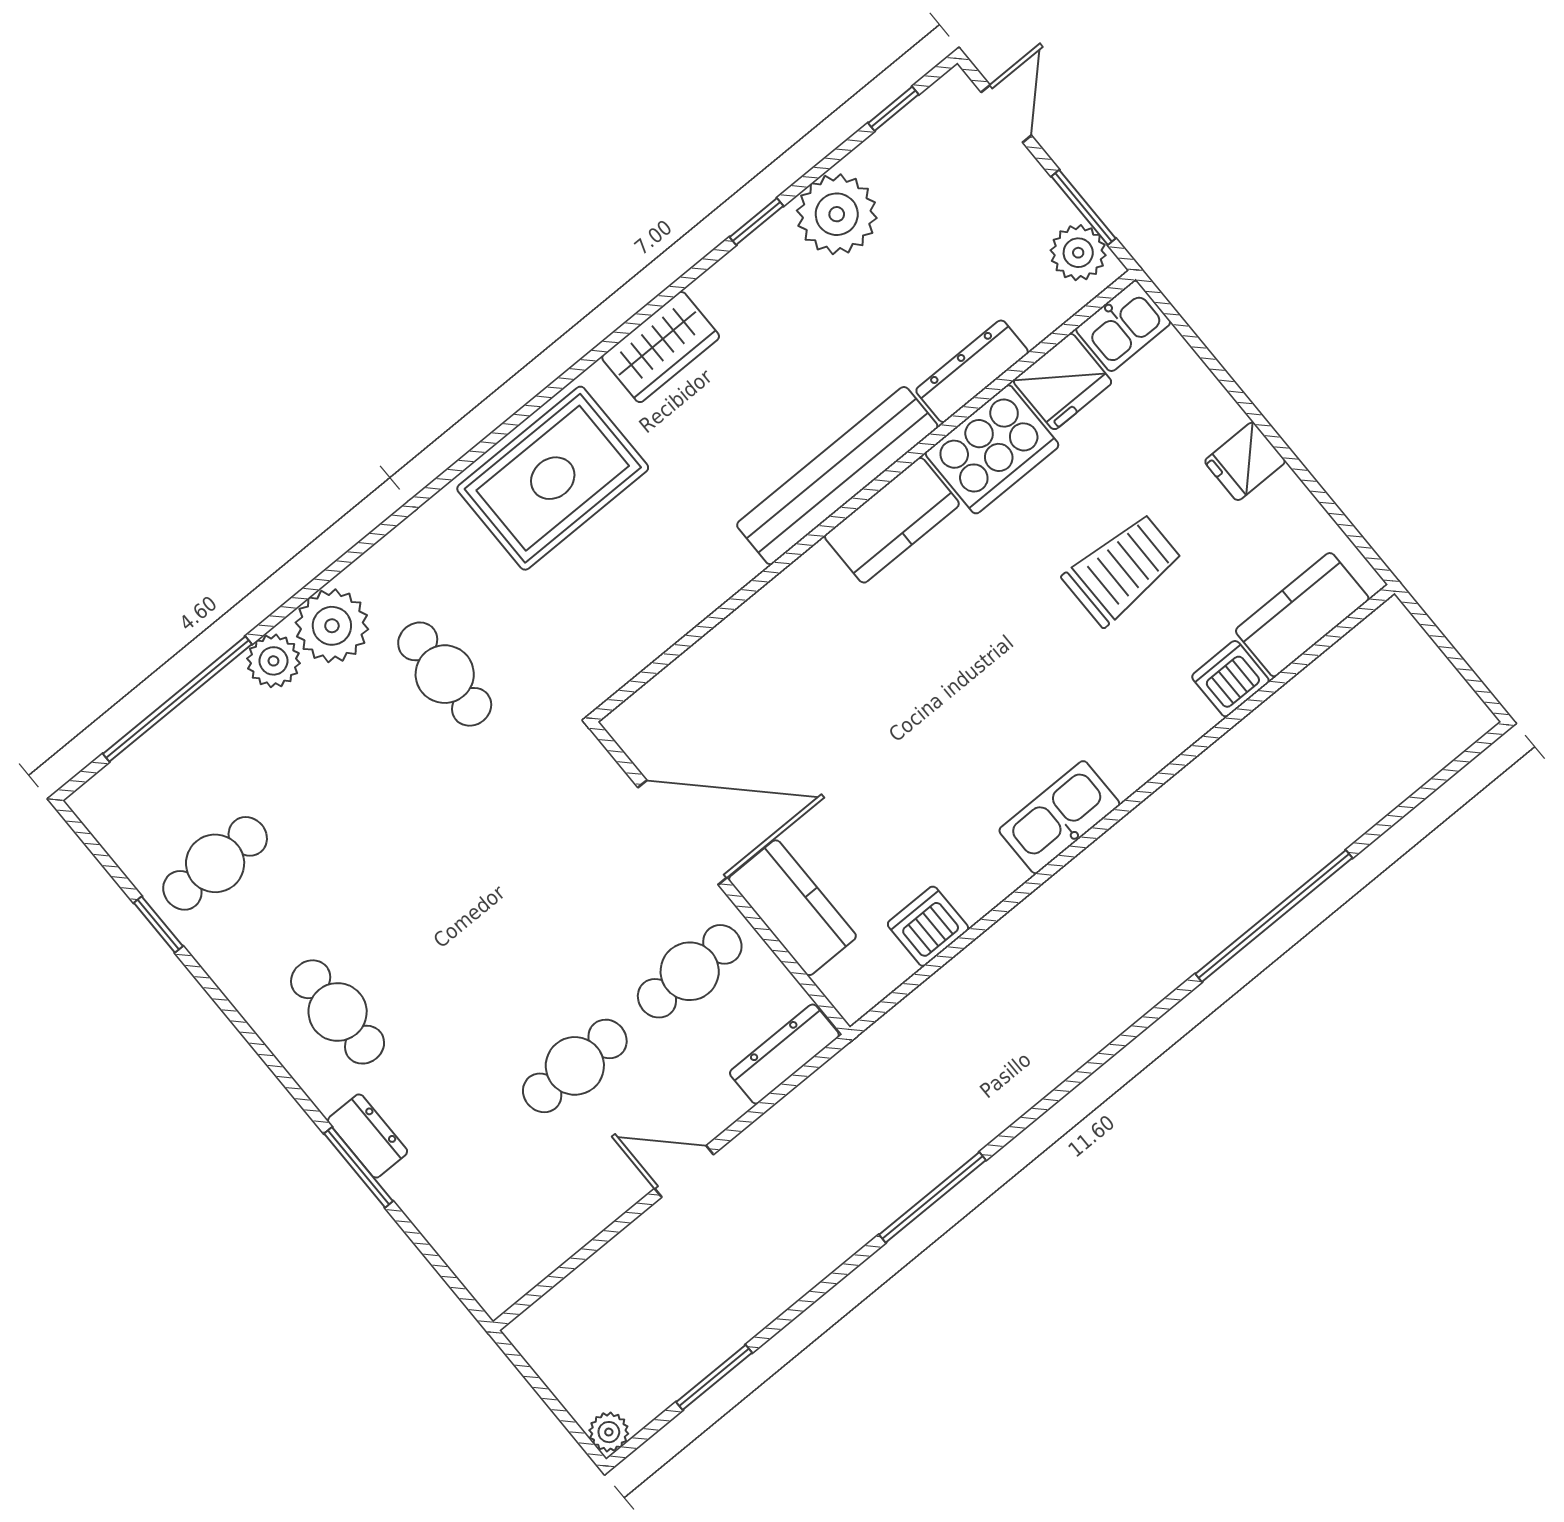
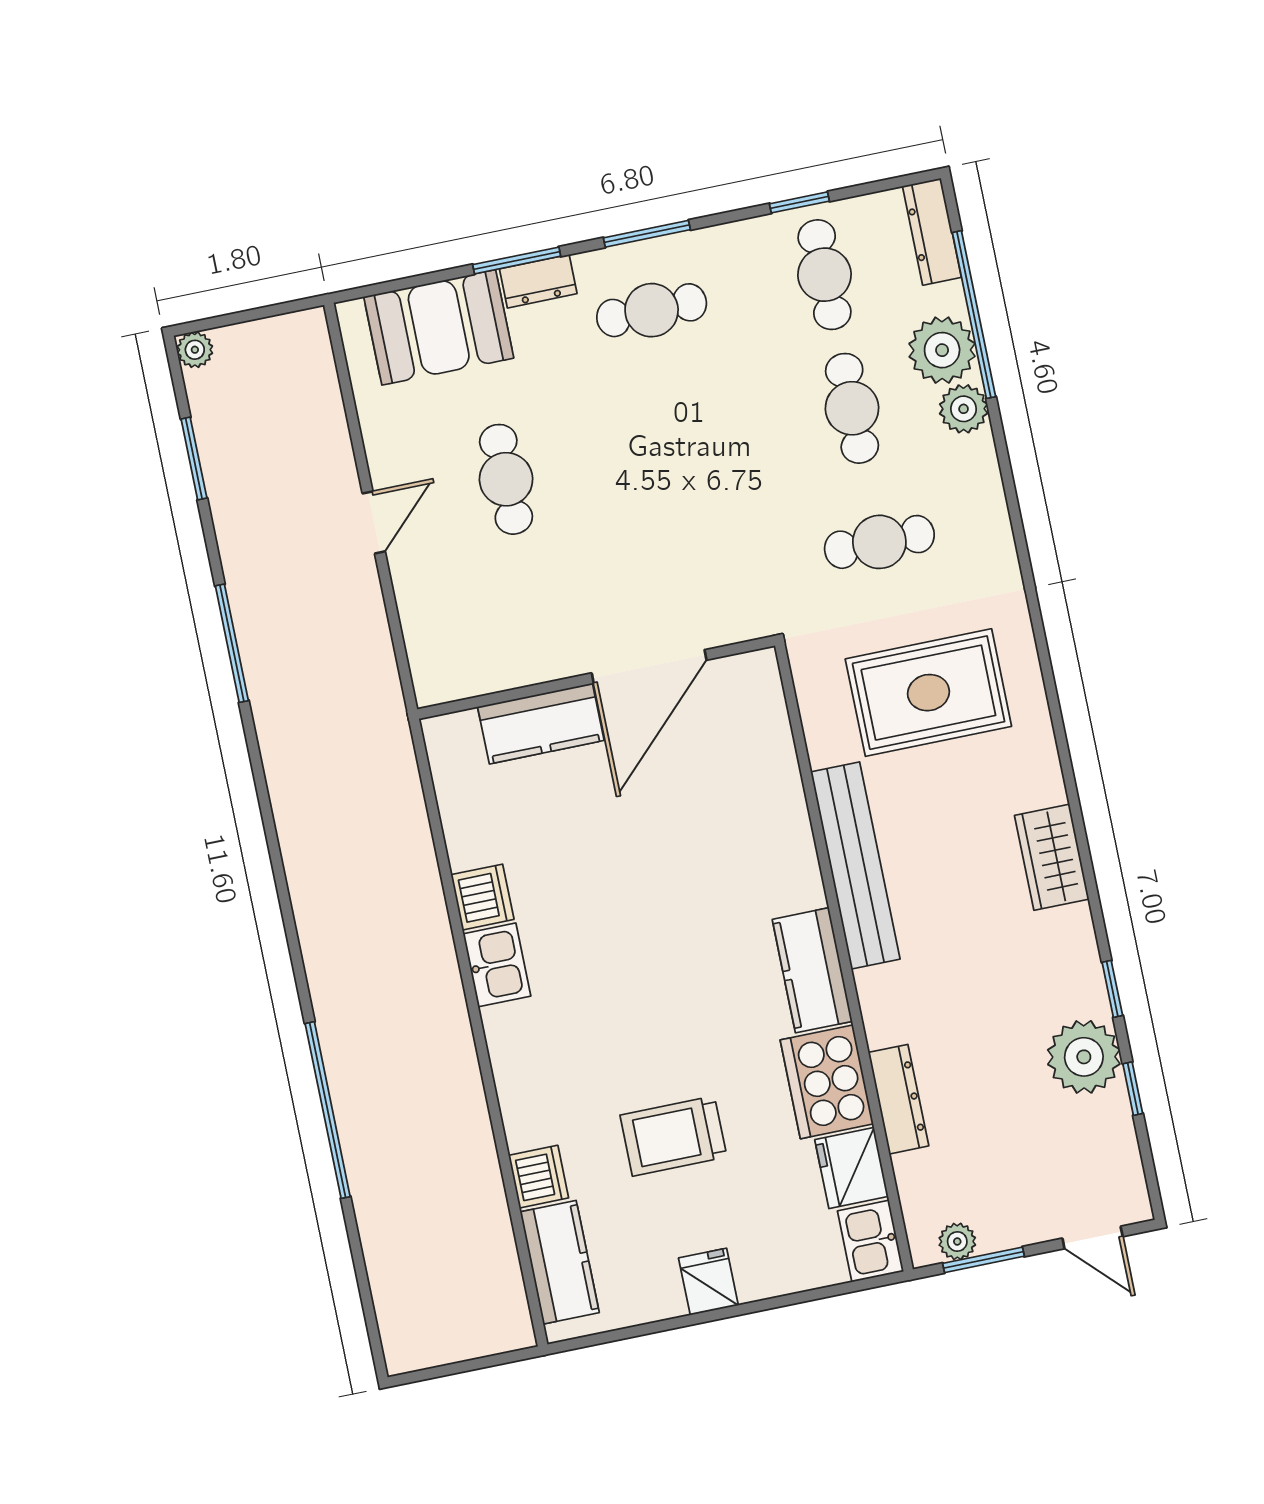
window: (893, 109) -> (1133, 1089), moved
plant: (1078, 253) -> (957, 1241), width x0.73, depth x0.73
bench: (837, 476) -> (855, 865), moved
rug: (553, 478) -> (928, 693), moved, turned 90
trolley: (1122, 569) -> (673, 1136), turned 90
plant: (332, 626) -> (942, 350), moved
kitchen sink: (1059, 817) -> (497, 965), width x0.73
dishwasher: (928, 926) -> (482, 897), moved
cafe table: (690, 971) -> (852, 408), moved
dresser: (784, 1054) -> (932, 232), moved, turned 180
window: (266, 1056) -> (647, 234), added
window: (932, 1197) -> (232, 643), moved
booth: (463, 1208) -> (439, 327), added

